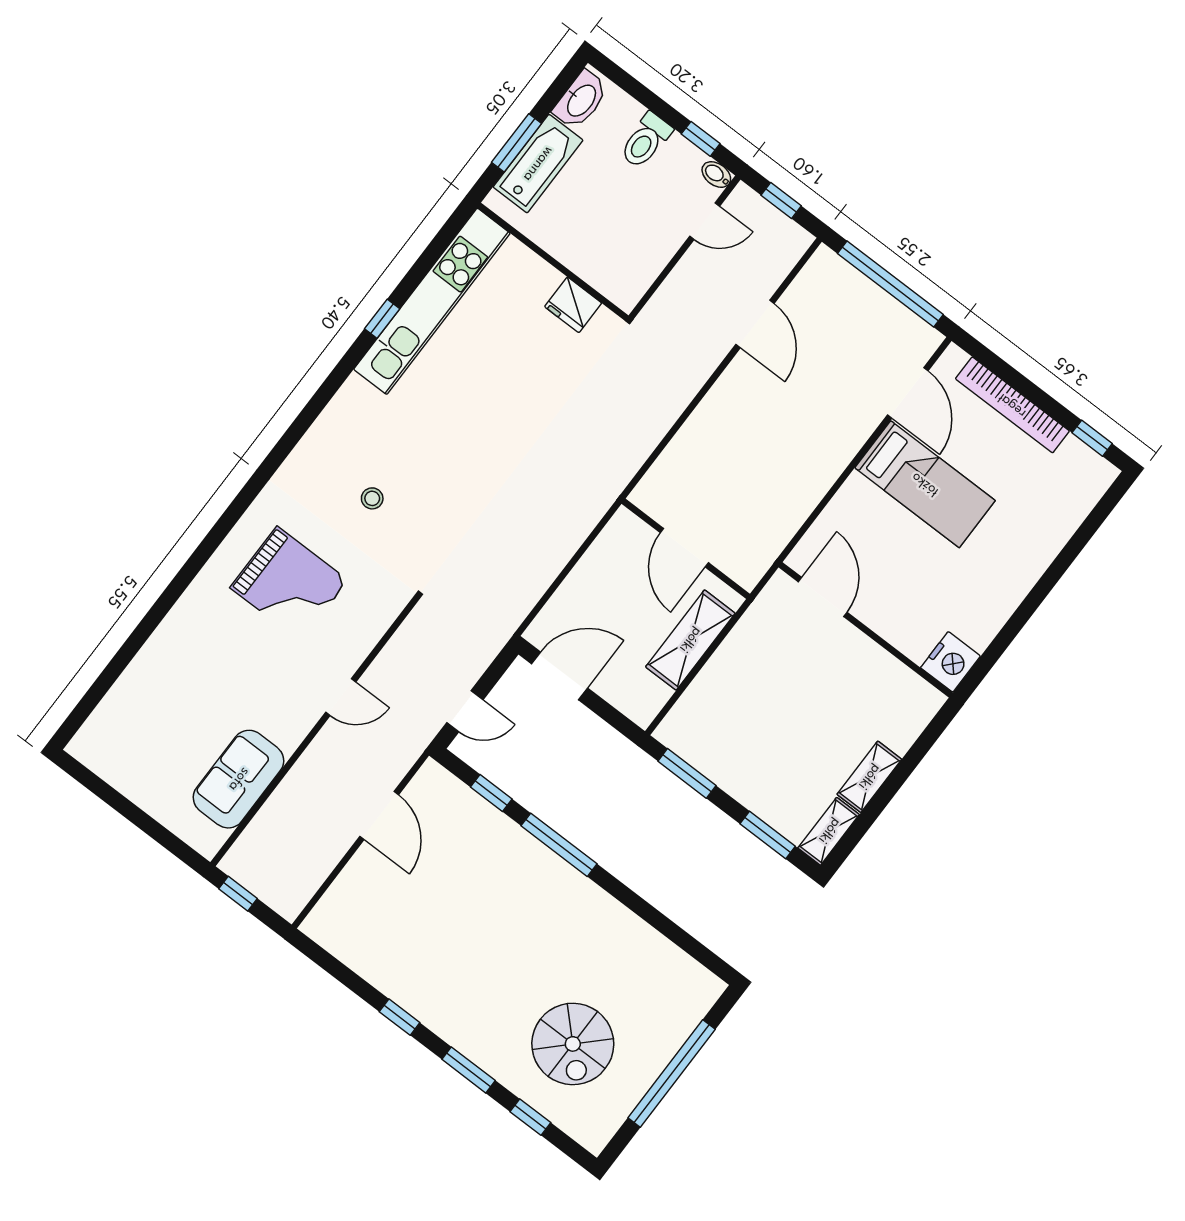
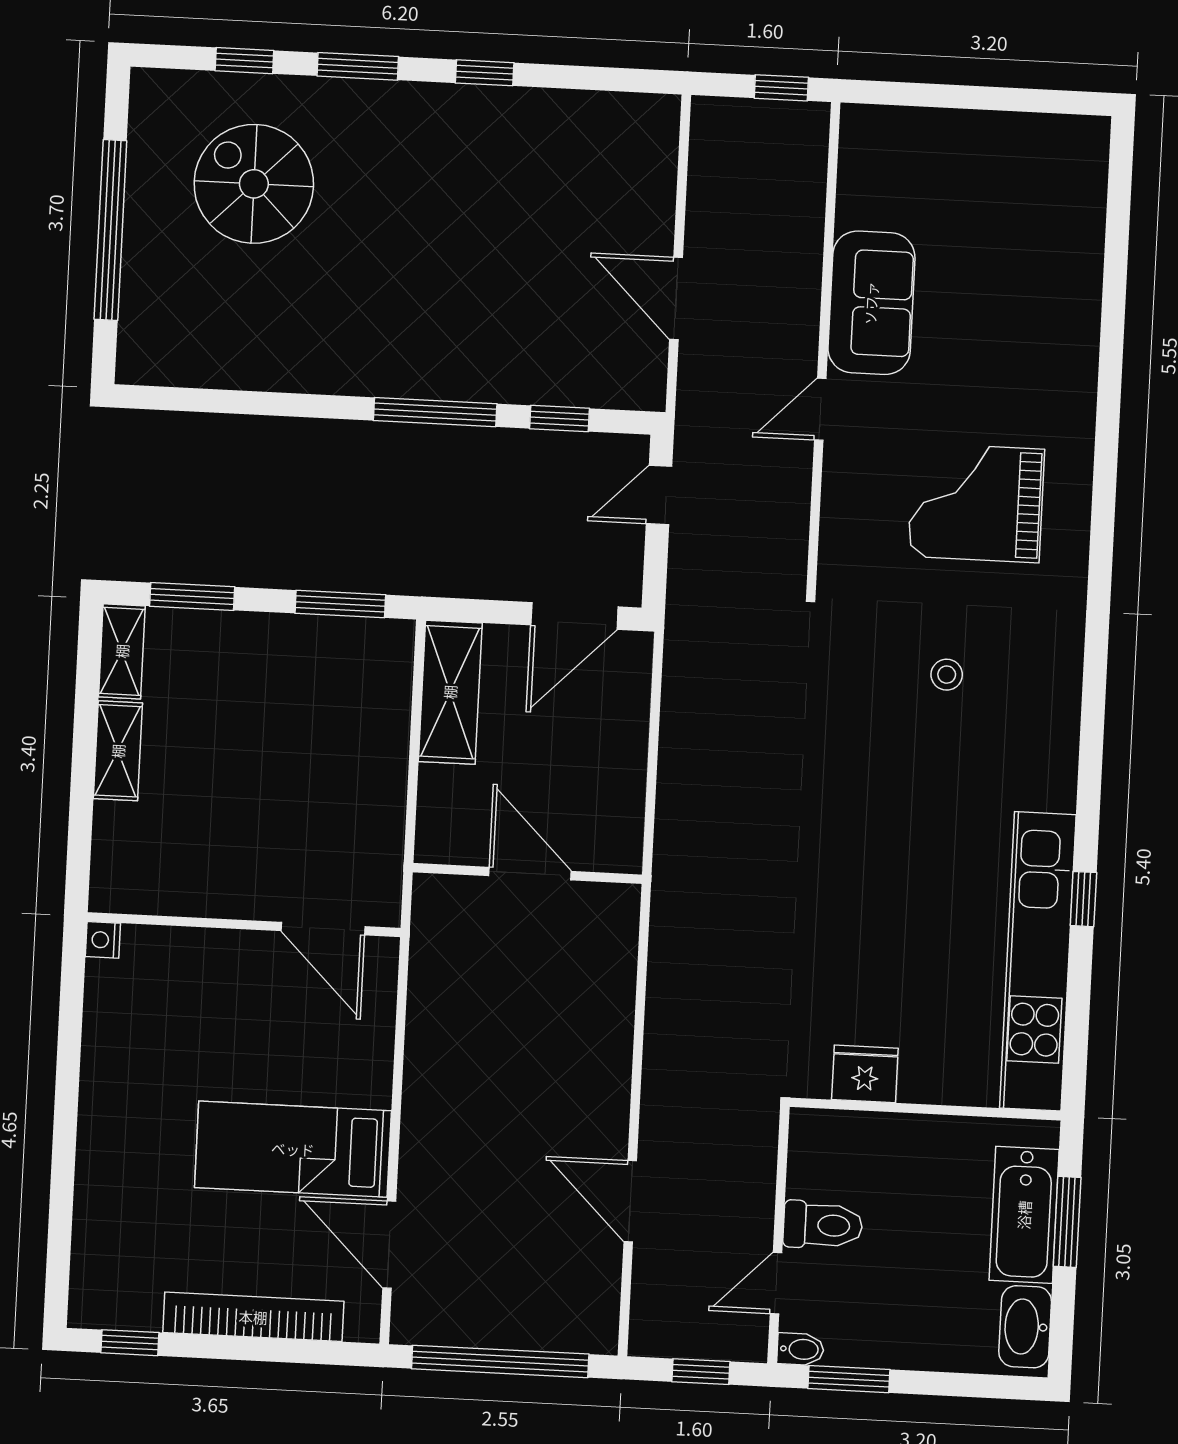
window: (701, 139) -> (849, 1379), width x1.50
toilet: (646, 141) -> (823, 1225), moved, turned 90
shelving: (690, 640) -> (450, 692), moved
nightstand: (950, 662) -> (103, 940), width x0.53, depth x0.56
sofa: (239, 779) -> (871, 303), moved

